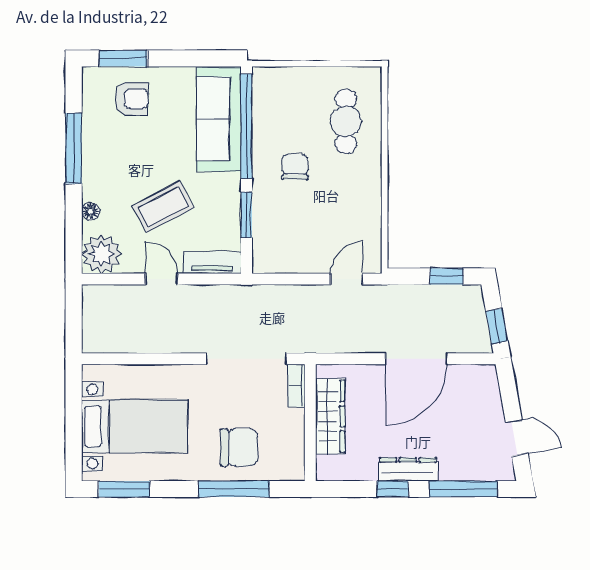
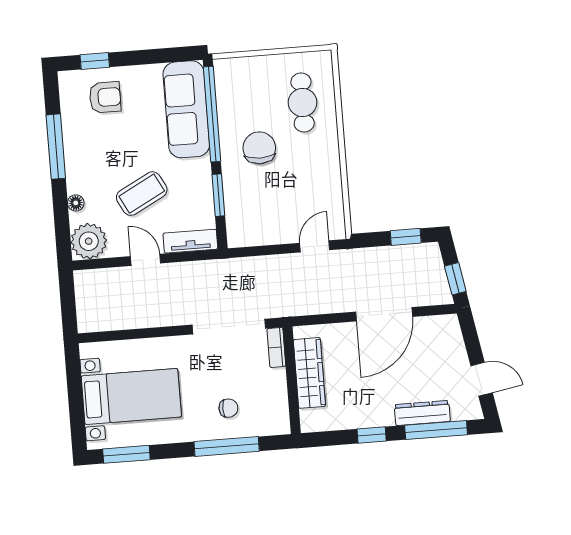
window: (123, 58) -> (95, 61), width x0.67
chair: (295, 167) -> (259, 148), width x1.37, depth x1.37
chair: (239, 447) -> (228, 408), width x0.54, depth x0.54
dresser: (408, 469) -> (422, 413), moved

